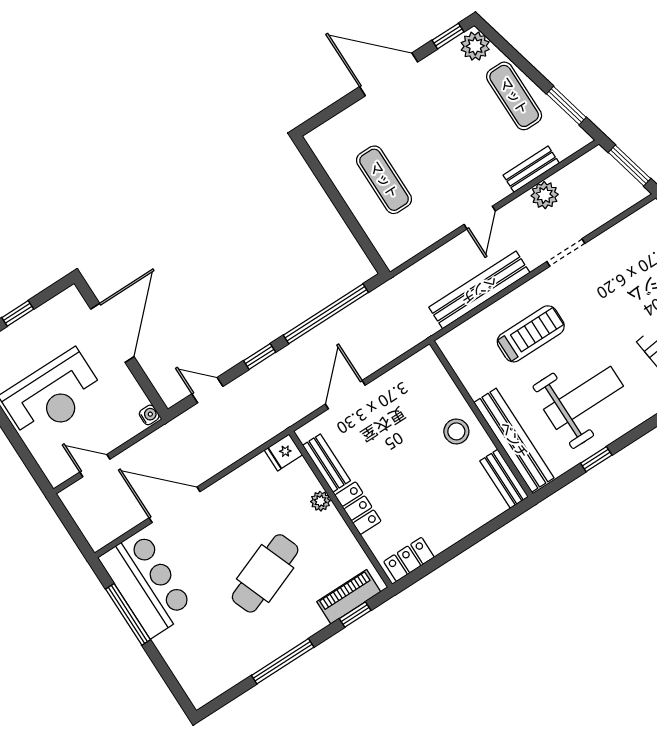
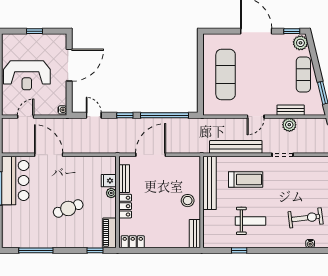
exercise mat: (384, 180) -> (226, 75), width x1.36, depth x1.45
door: (345, 395) -> (151, 155), width x1.36
weight bench: (583, 398) -> (250, 221), width x0.73, depth x0.75
bench: (514, 440) -> (210, 183), moved
fridge: (283, 452) -> (109, 181), moved
door: (95, 466) -> (26, 117), hinge flipped
cafe table: (265, 573) -> (68, 208), width x0.73, depth x0.74
piano: (349, 597) -> (110, 233), moved, turned -90
window: (283, 661) -> (36, 250), moved

